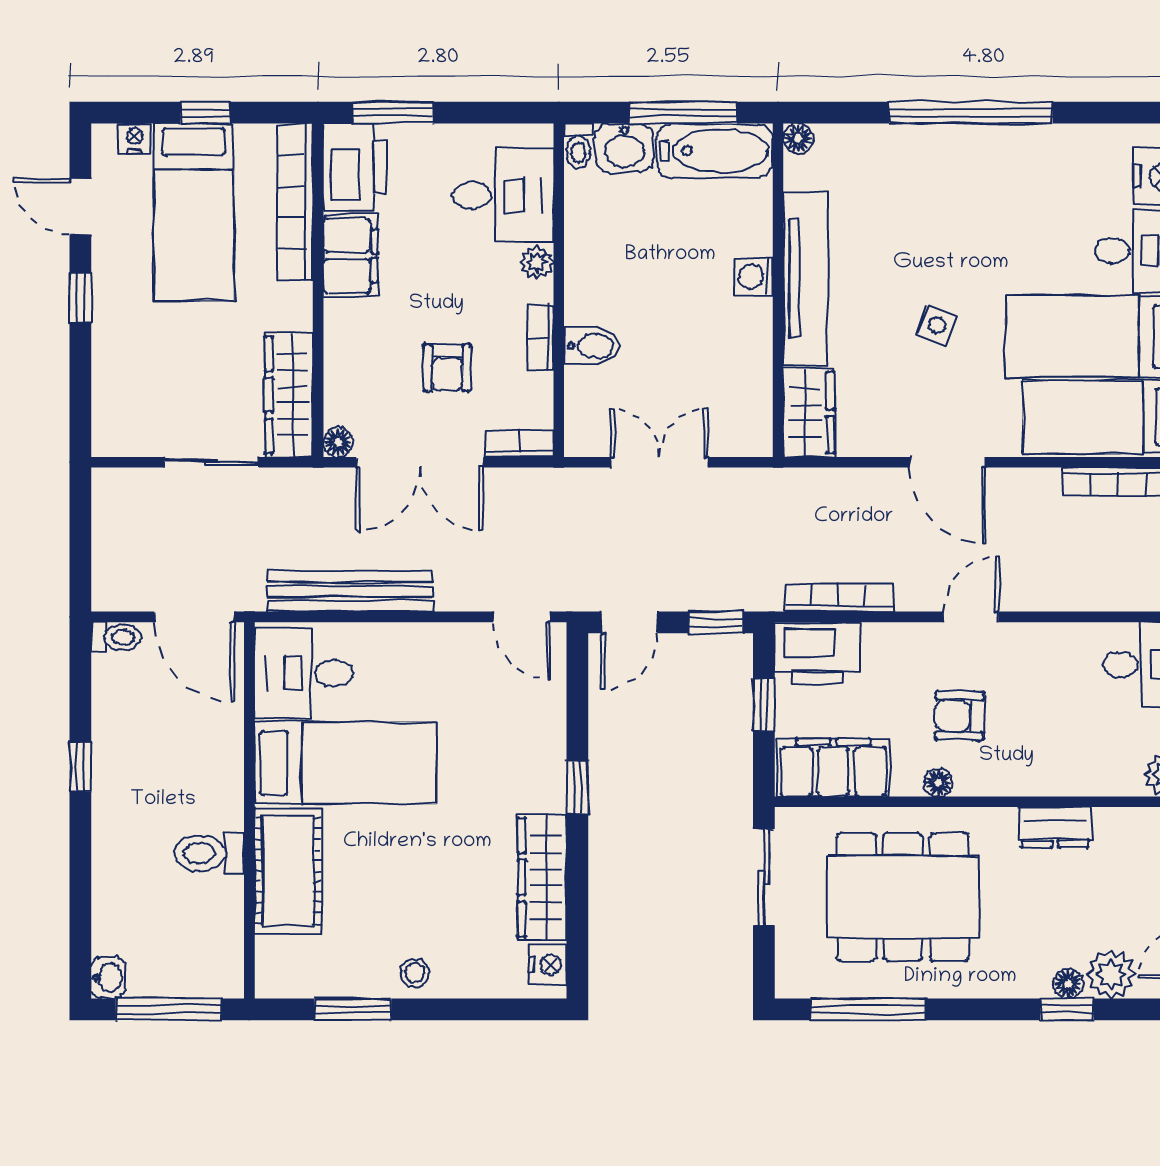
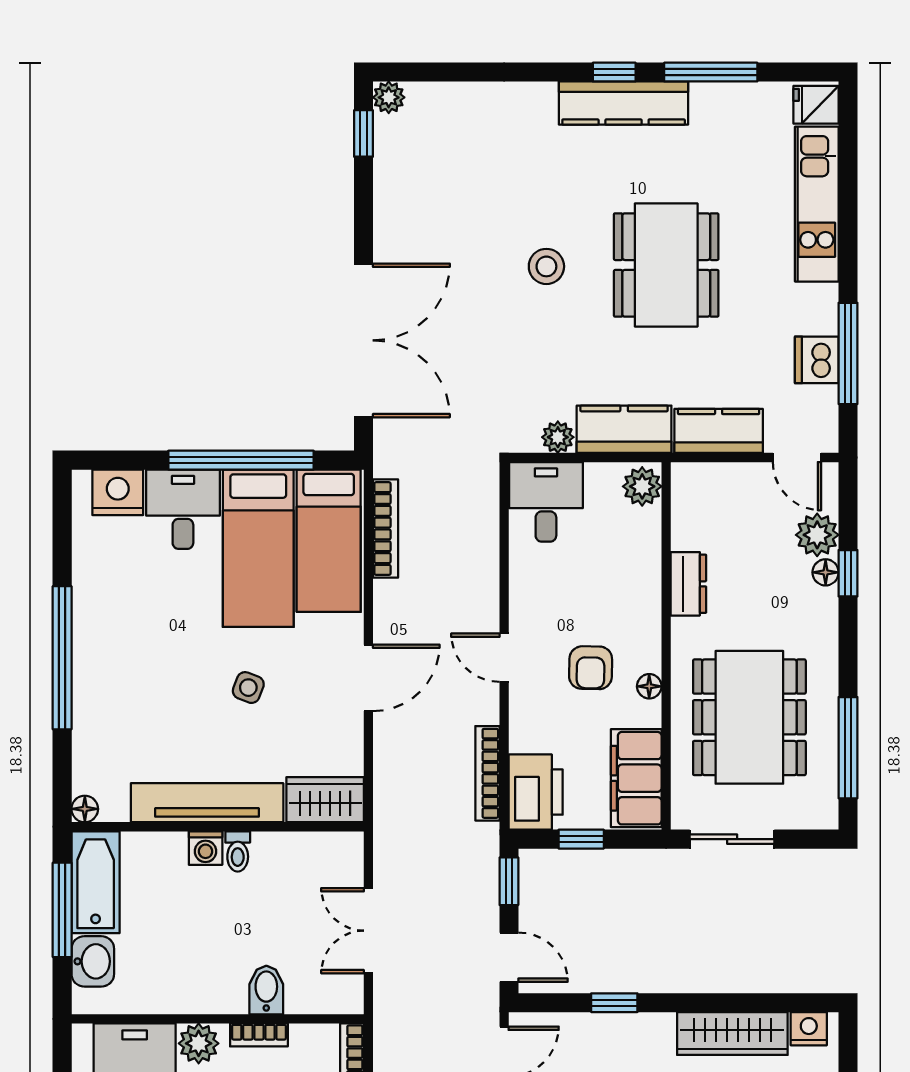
toilet: (578, 146) -> (238, 851), moved, turned 90
plant: (537, 262) -> (199, 1043), width x1.38, depth x1.38
window: (577, 787) -> (614, 1003), moved

